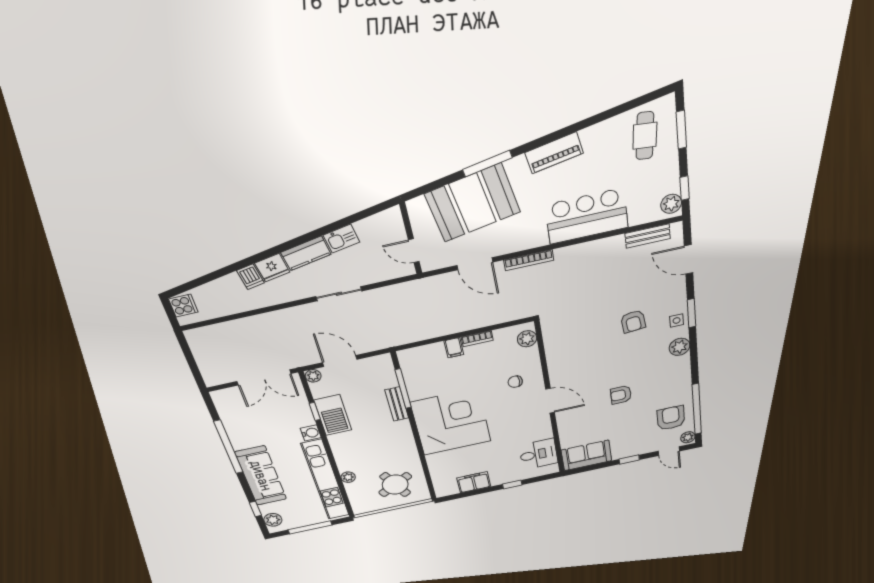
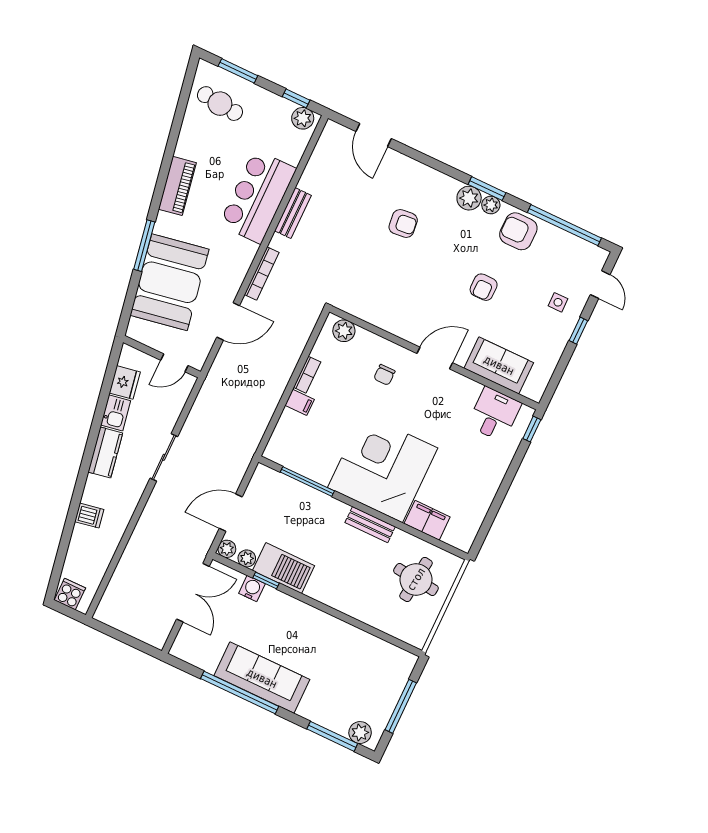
bench: (648, 236) -> (293, 213), moved
door: (689, 259) -> (374, 135), hinge flipped
fridge: (272, 268) -> (125, 382), moved
window: (691, 313) -> (487, 189), moved
side table: (677, 320) -> (558, 302), moved
bench: (397, 404) -> (370, 525), moved
armchair: (671, 418) -> (518, 231), moved
water cooler: (311, 433) -> (252, 589), moved
plant: (688, 437) -> (491, 205), moved
door: (669, 451) -> (600, 285), hinge flipped
sofa: (586, 455) -> (499, 365), moved, turned 90
sofa: (261, 476) -> (262, 678), moved
plant: (348, 477) -> (247, 558), moved
kitchen unit: (325, 480) -> (353, 640), removed
filing cabinet: (474, 482) -> (427, 520), moved, turned 90
window: (512, 484) -> (532, 429), moved
round table: (395, 485) -> (416, 579), turned 35
window: (255, 509) -> (332, 736), width x2.17

